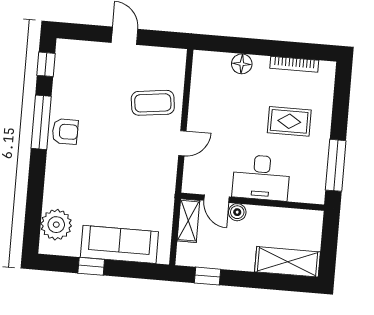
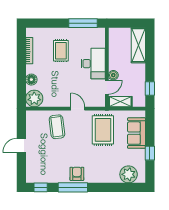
plant: (207, 66) -> (34, 98), added
rug: (140, 185) -> (103, 130), added
sofa: (119, 244) -> (137, 133), width x0.73

